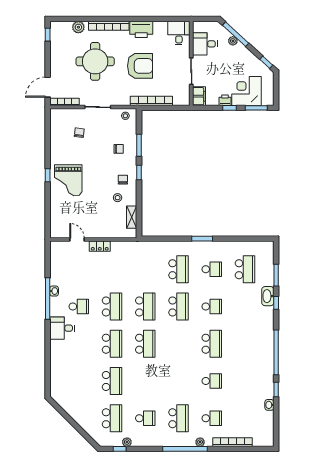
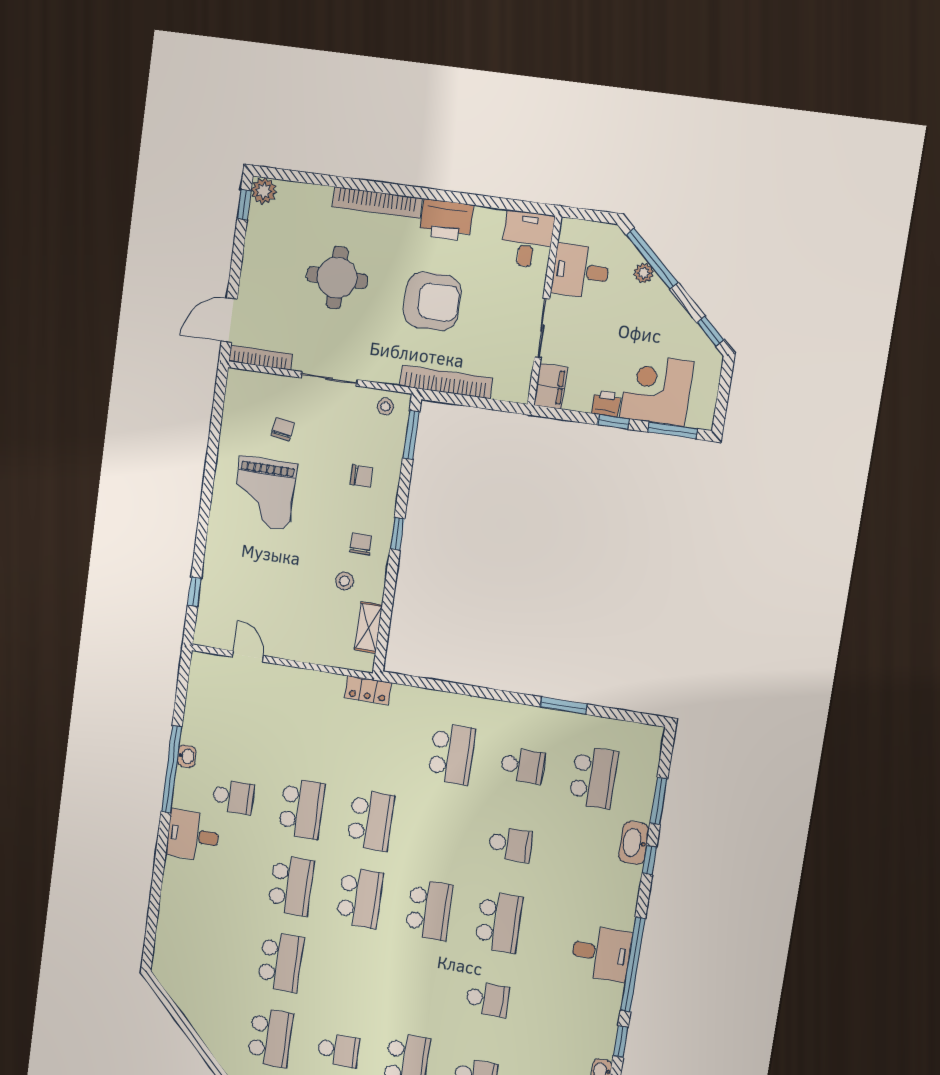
plant: (78, 27) -> (264, 191), moved
round table: (95, 61) -> (337, 278), width x0.73, depth x0.73
window: (139, 145) -> (411, 435), moved
window: (48, 175) -> (194, 592), moved
grand piano: (68, 180) -> (264, 493), moved
window: (202, 239) -> (564, 706), moved
locker: (100, 246) -> (368, 690), moved
school desk: (178, 306) -> (429, 910), moved
desk: (261, 350) -> (601, 953), added

